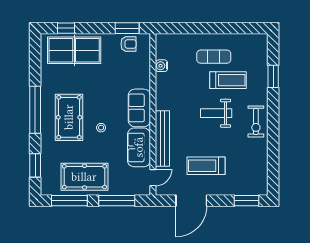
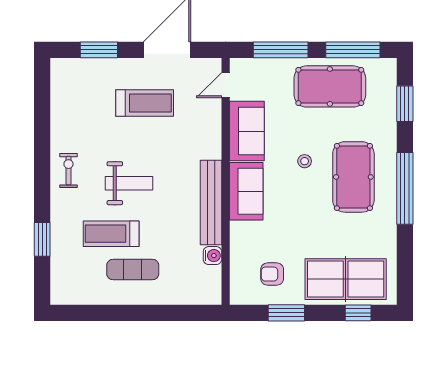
window: (127, 28) -> (286, 313), moved
armchair: (128, 44) -> (272, 274), moved
exercise bike: (256, 121) -> (68, 171), width x0.73, depth x0.72
bench: (162, 139) -> (211, 202), moved
window: (247, 201) -> (99, 50), moved

